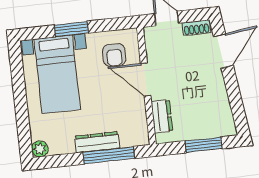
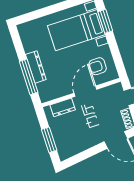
window: (71, 29) -> (105, 21), moved
plant: (40, 149) -> (23, 29), removed

